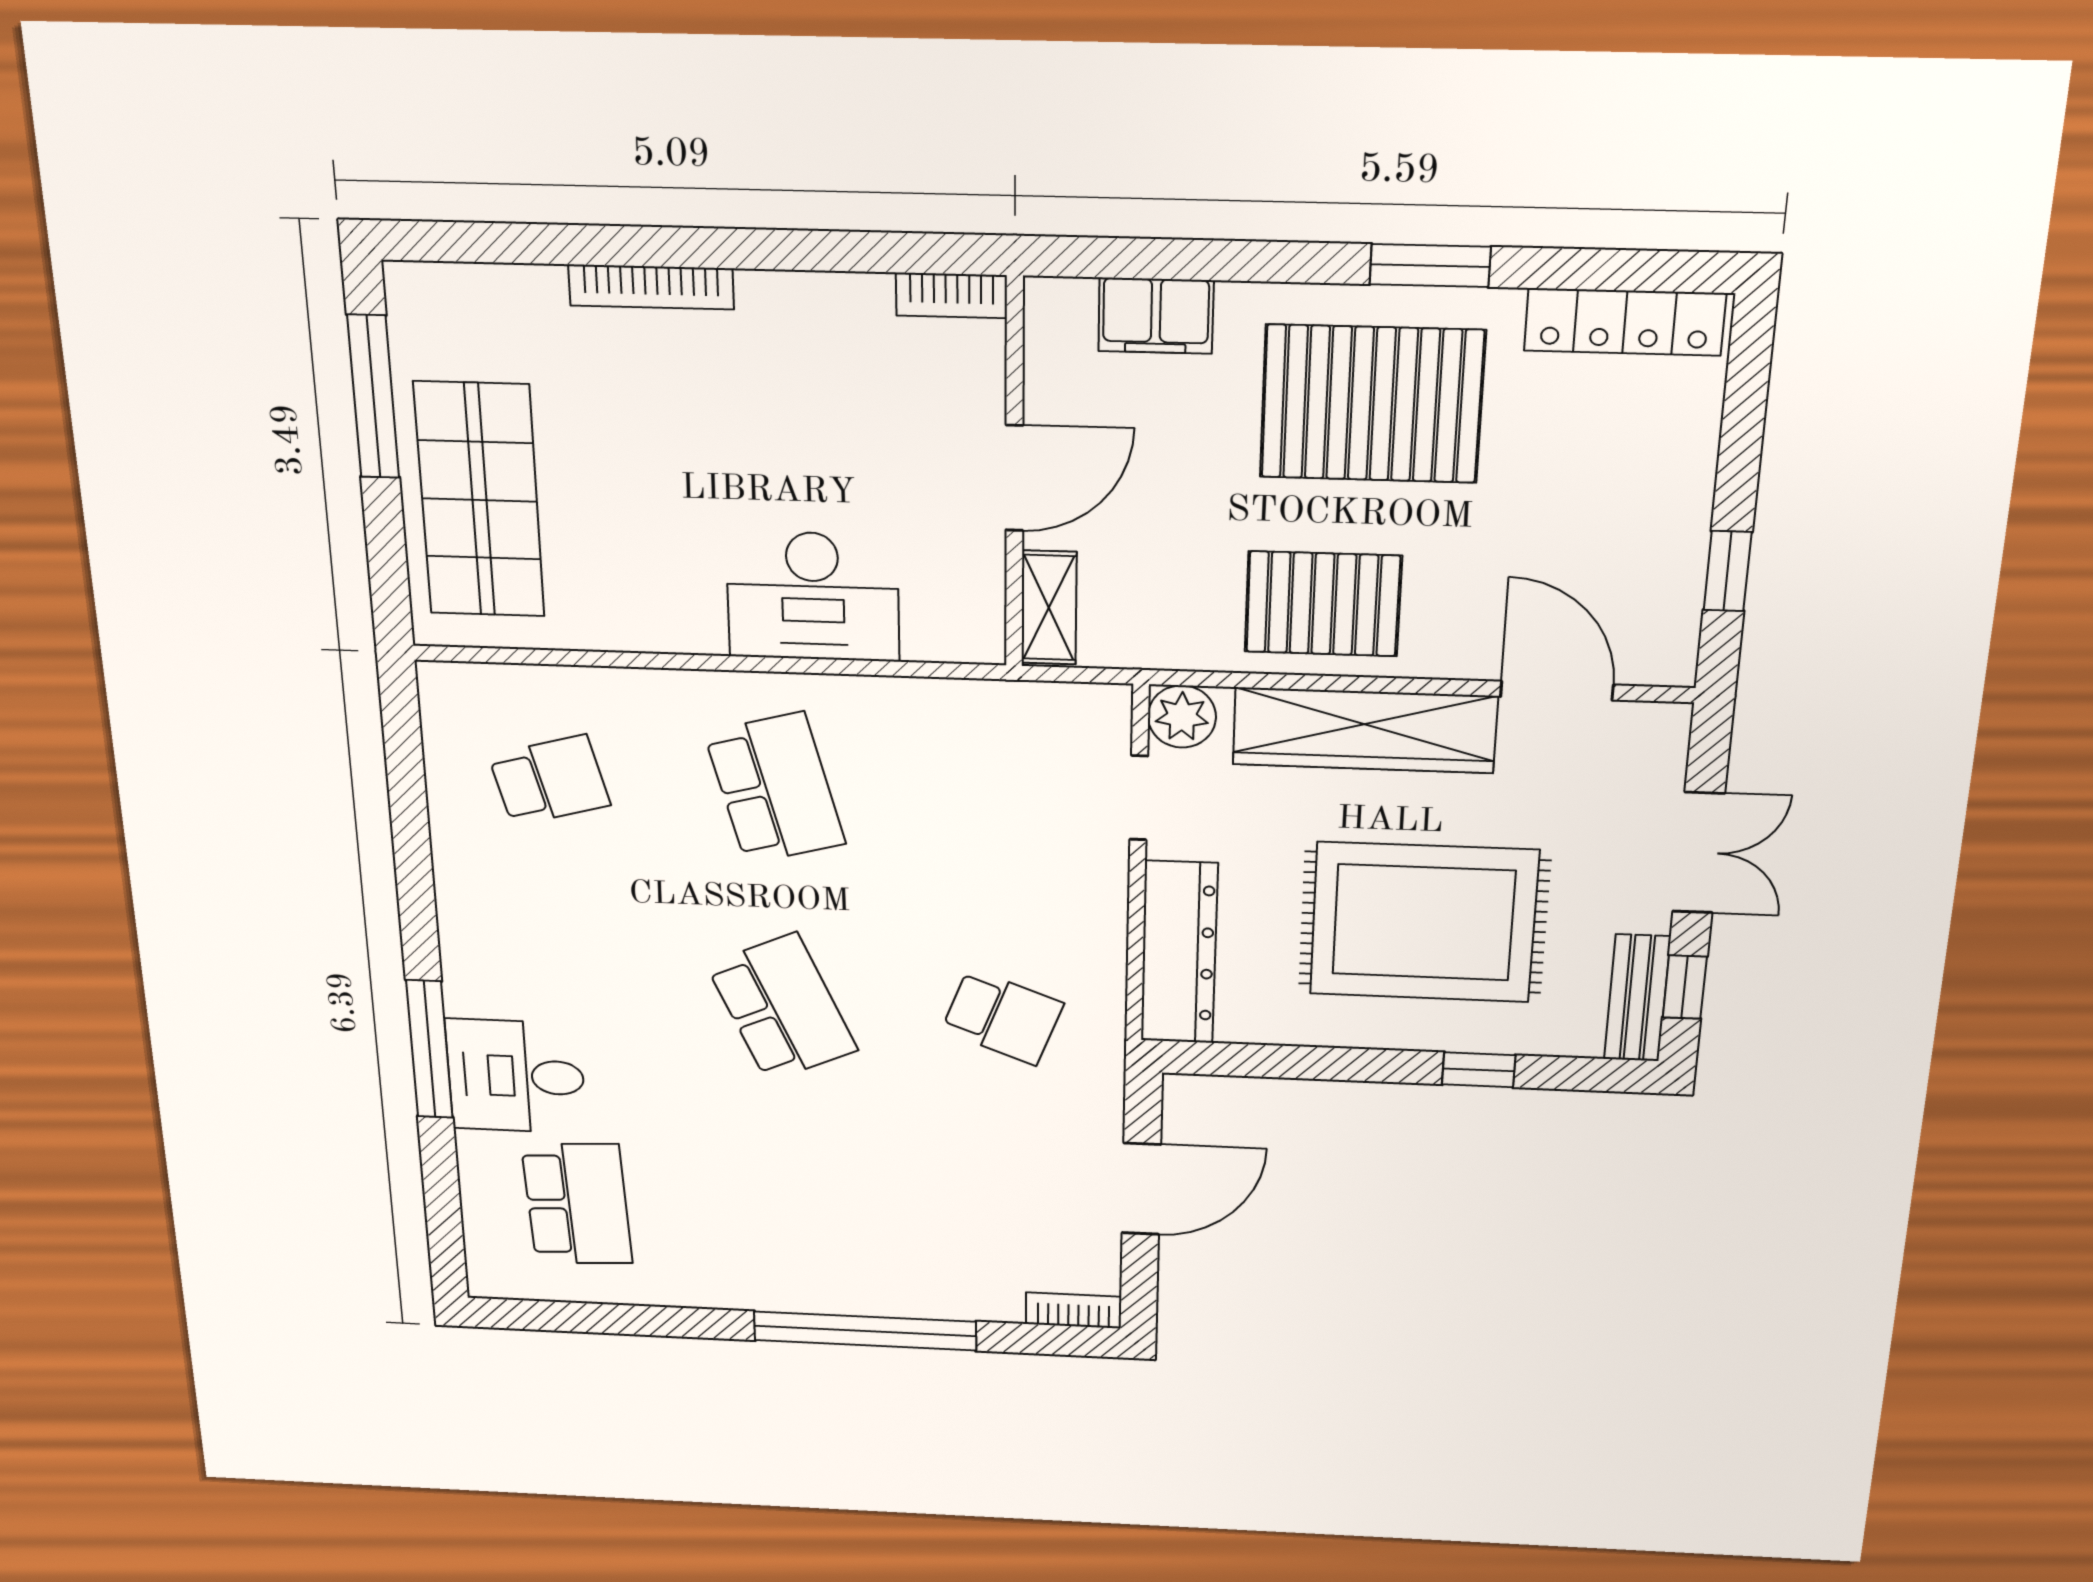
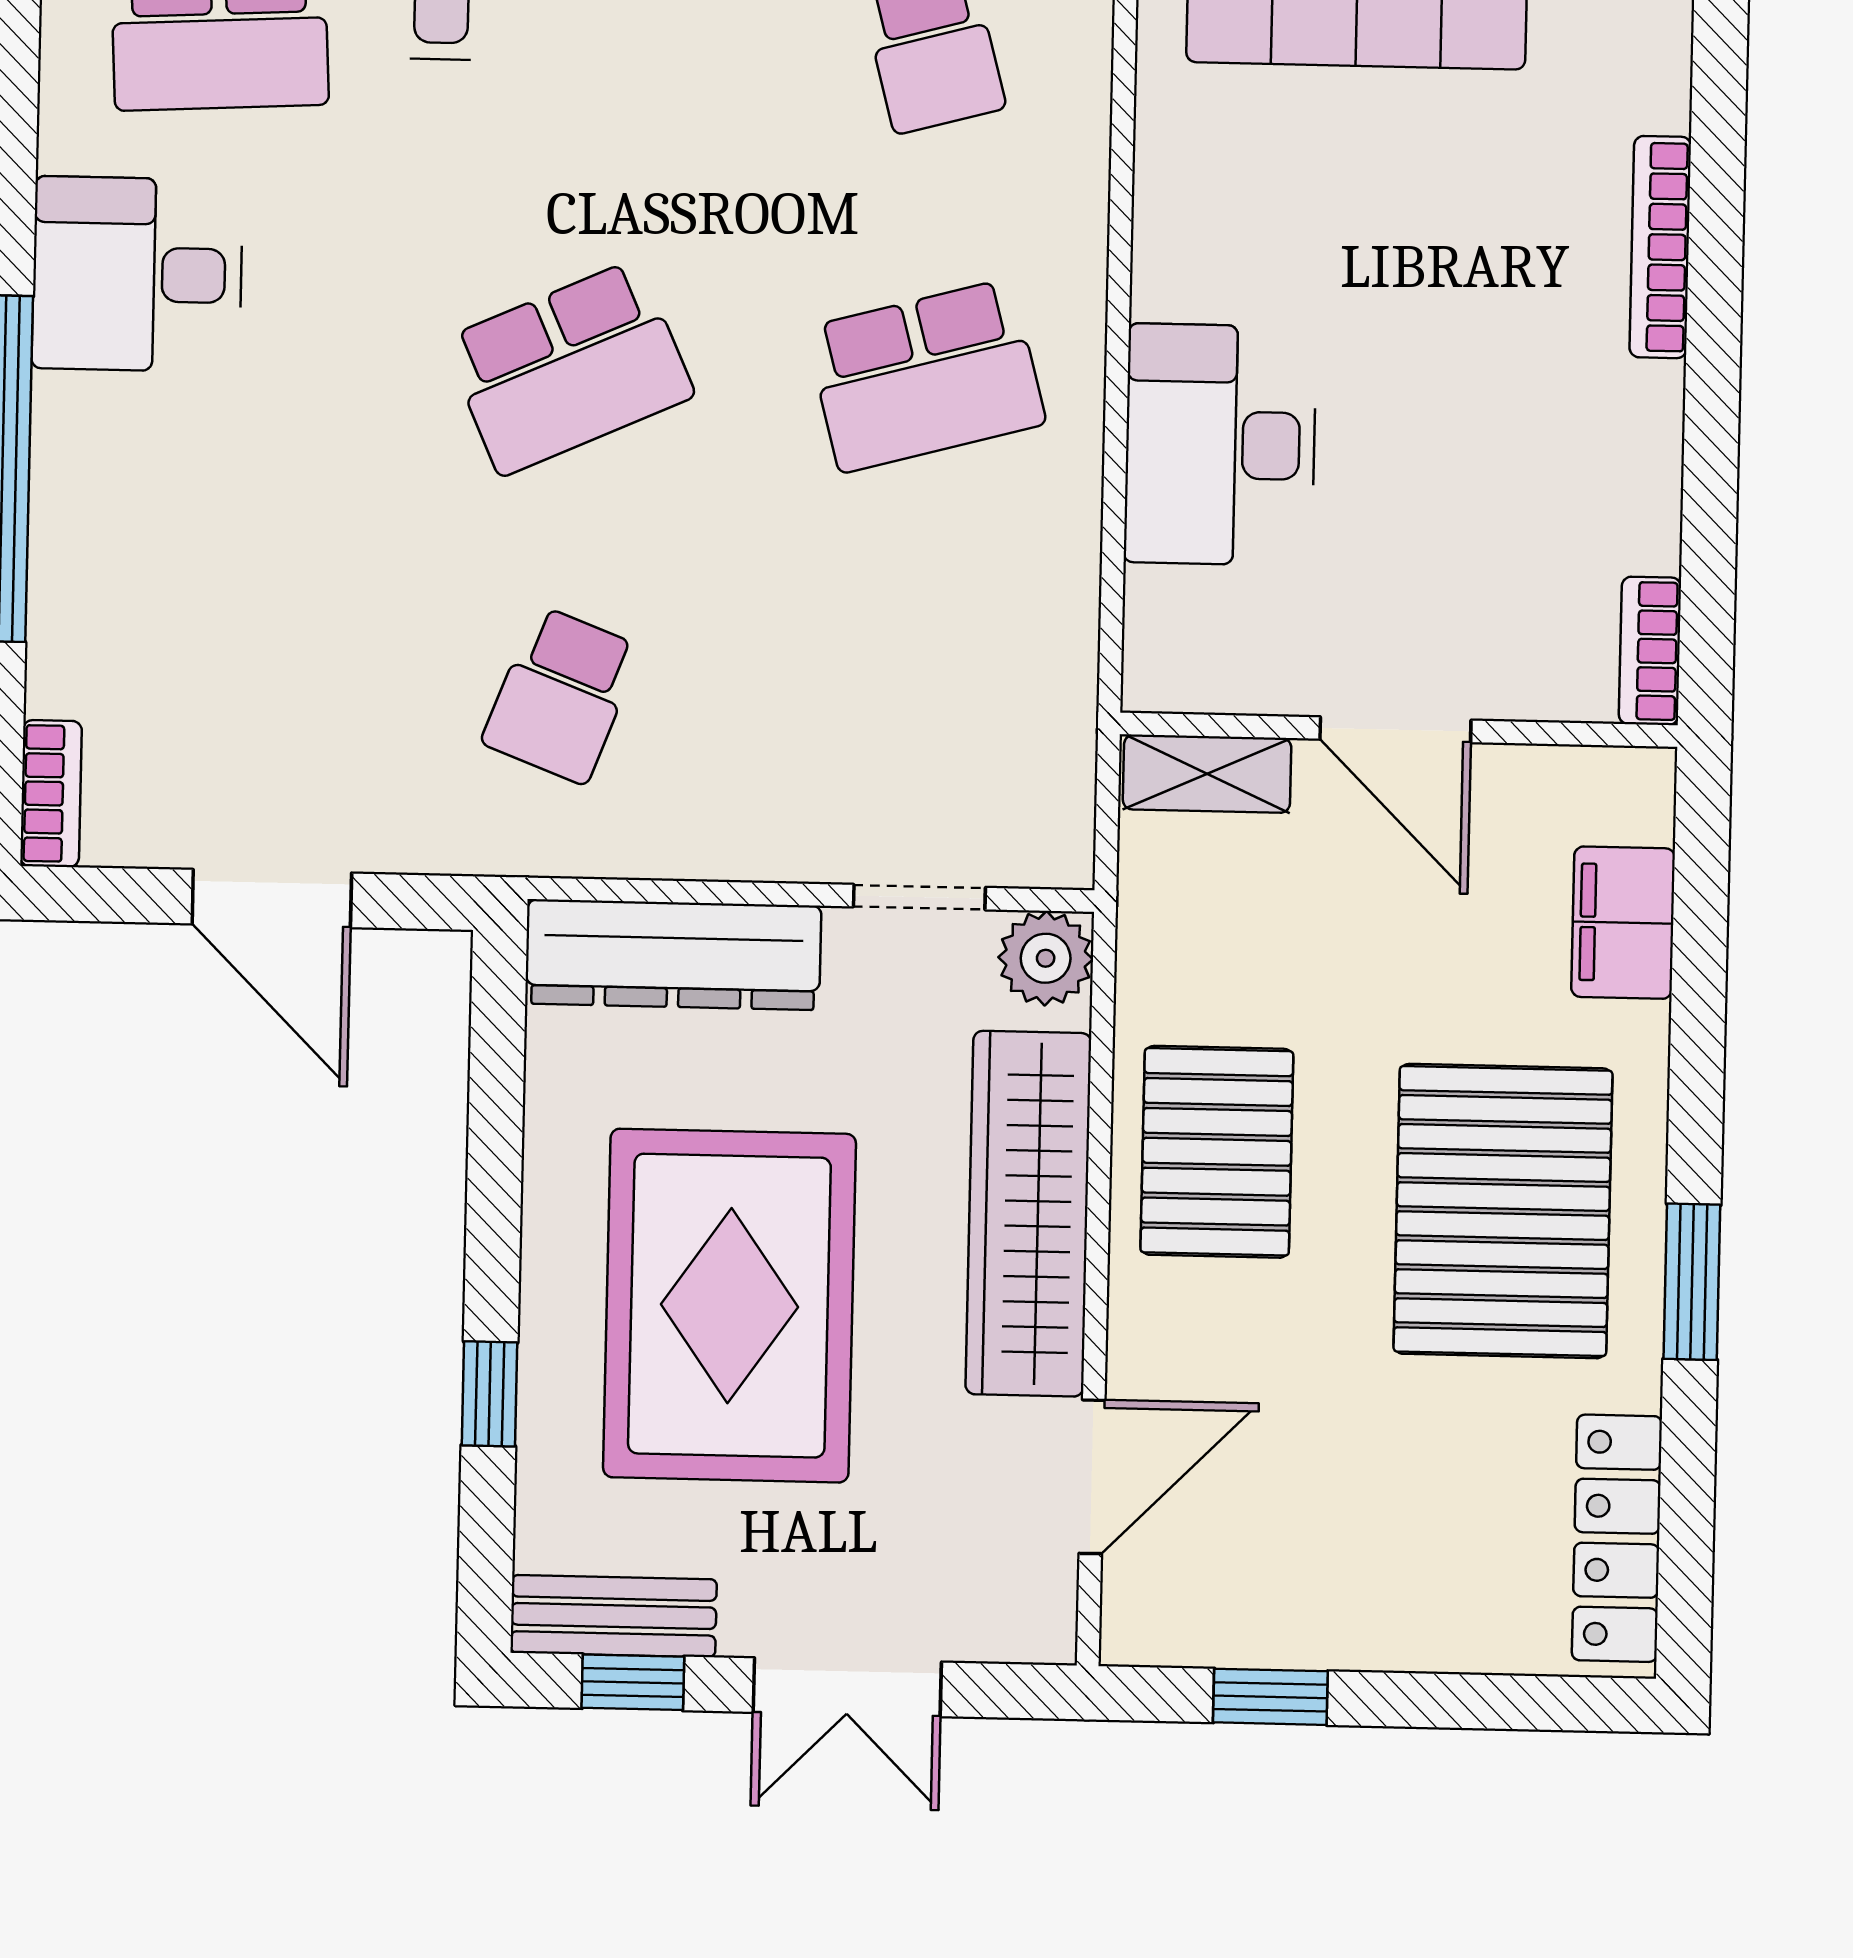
desk: (736, 1254) -> (137, 274), added

